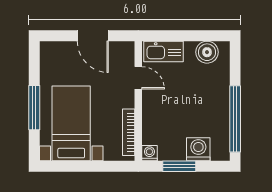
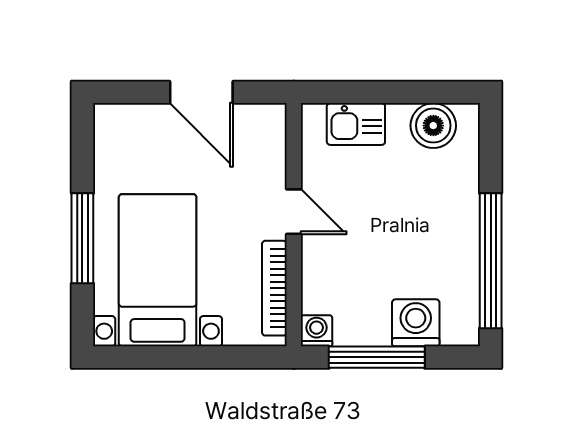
kitchen sink: (164, 51) -> (356, 124), width x0.73
door: (138, 78) -> (294, 212), moved
window: (179, 166) -> (377, 357), width x1.44

